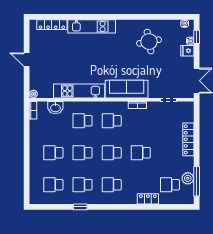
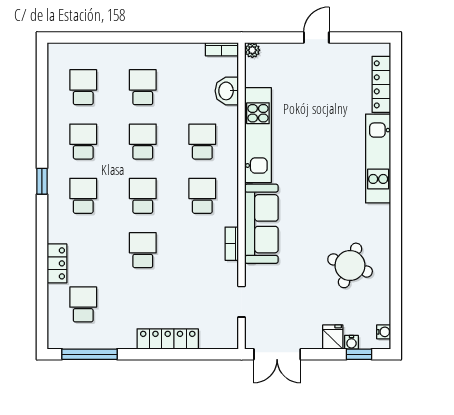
round table: (149, 42) -> (350, 265), turned 31
plant: (188, 178) -> (95, 338), removed
window: (80, 207) -> (42, 181), moved

